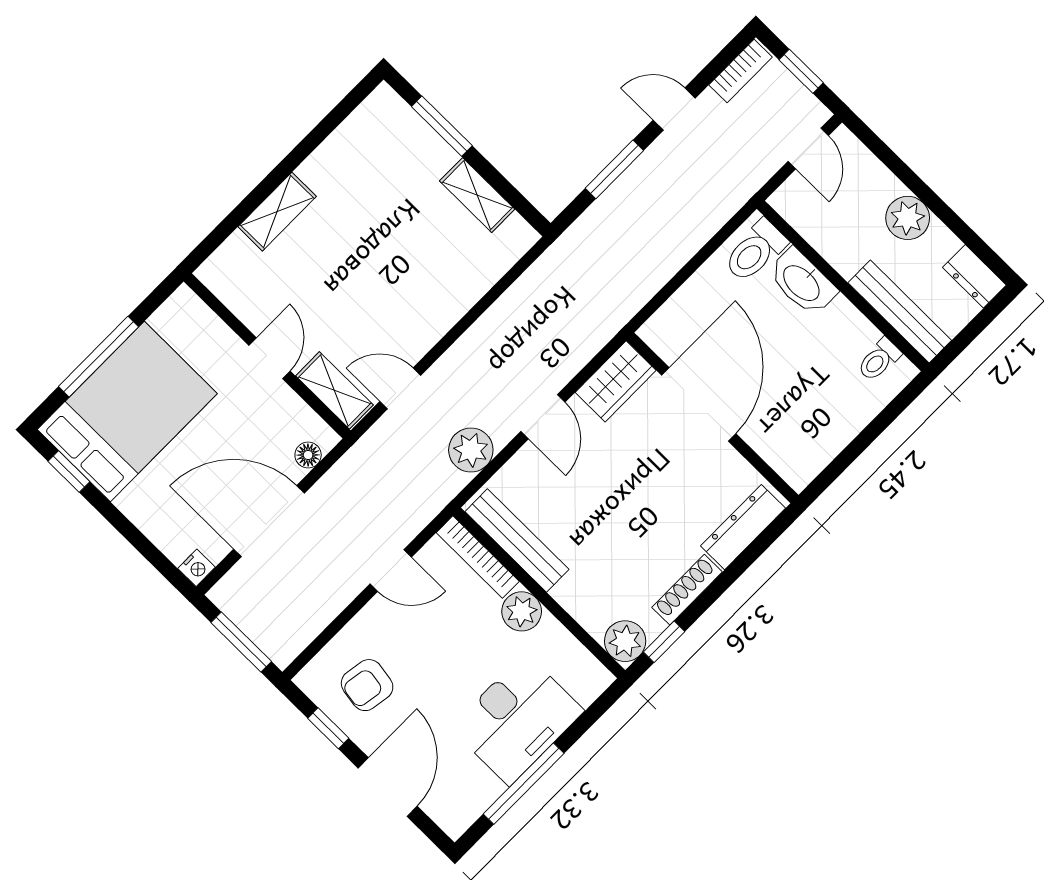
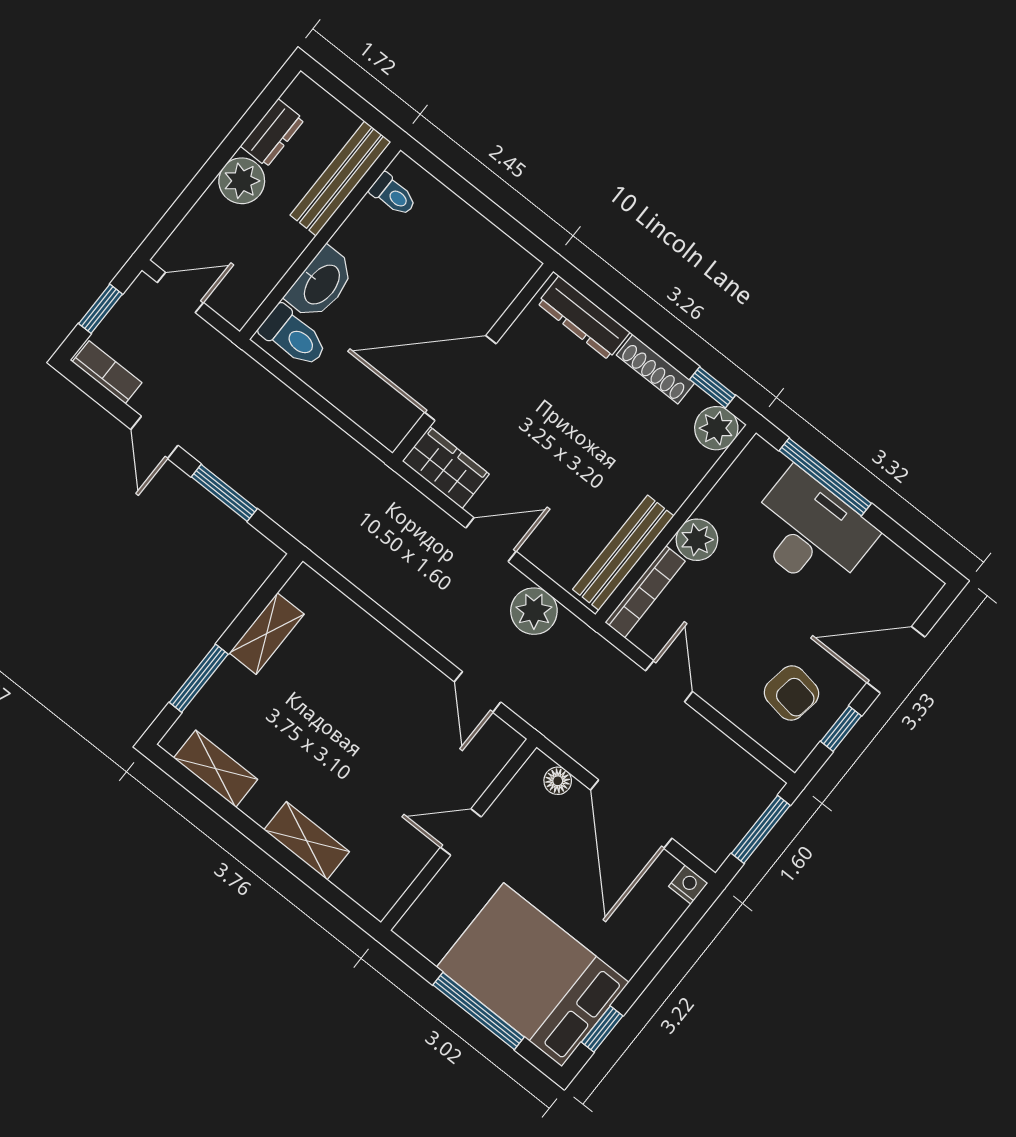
dresser: (974, 276) -> (272, 133), moved
shelving: (334, 390) -> (216, 769), moved, turned 90
window: (524, 784) -> (825, 477), moved

